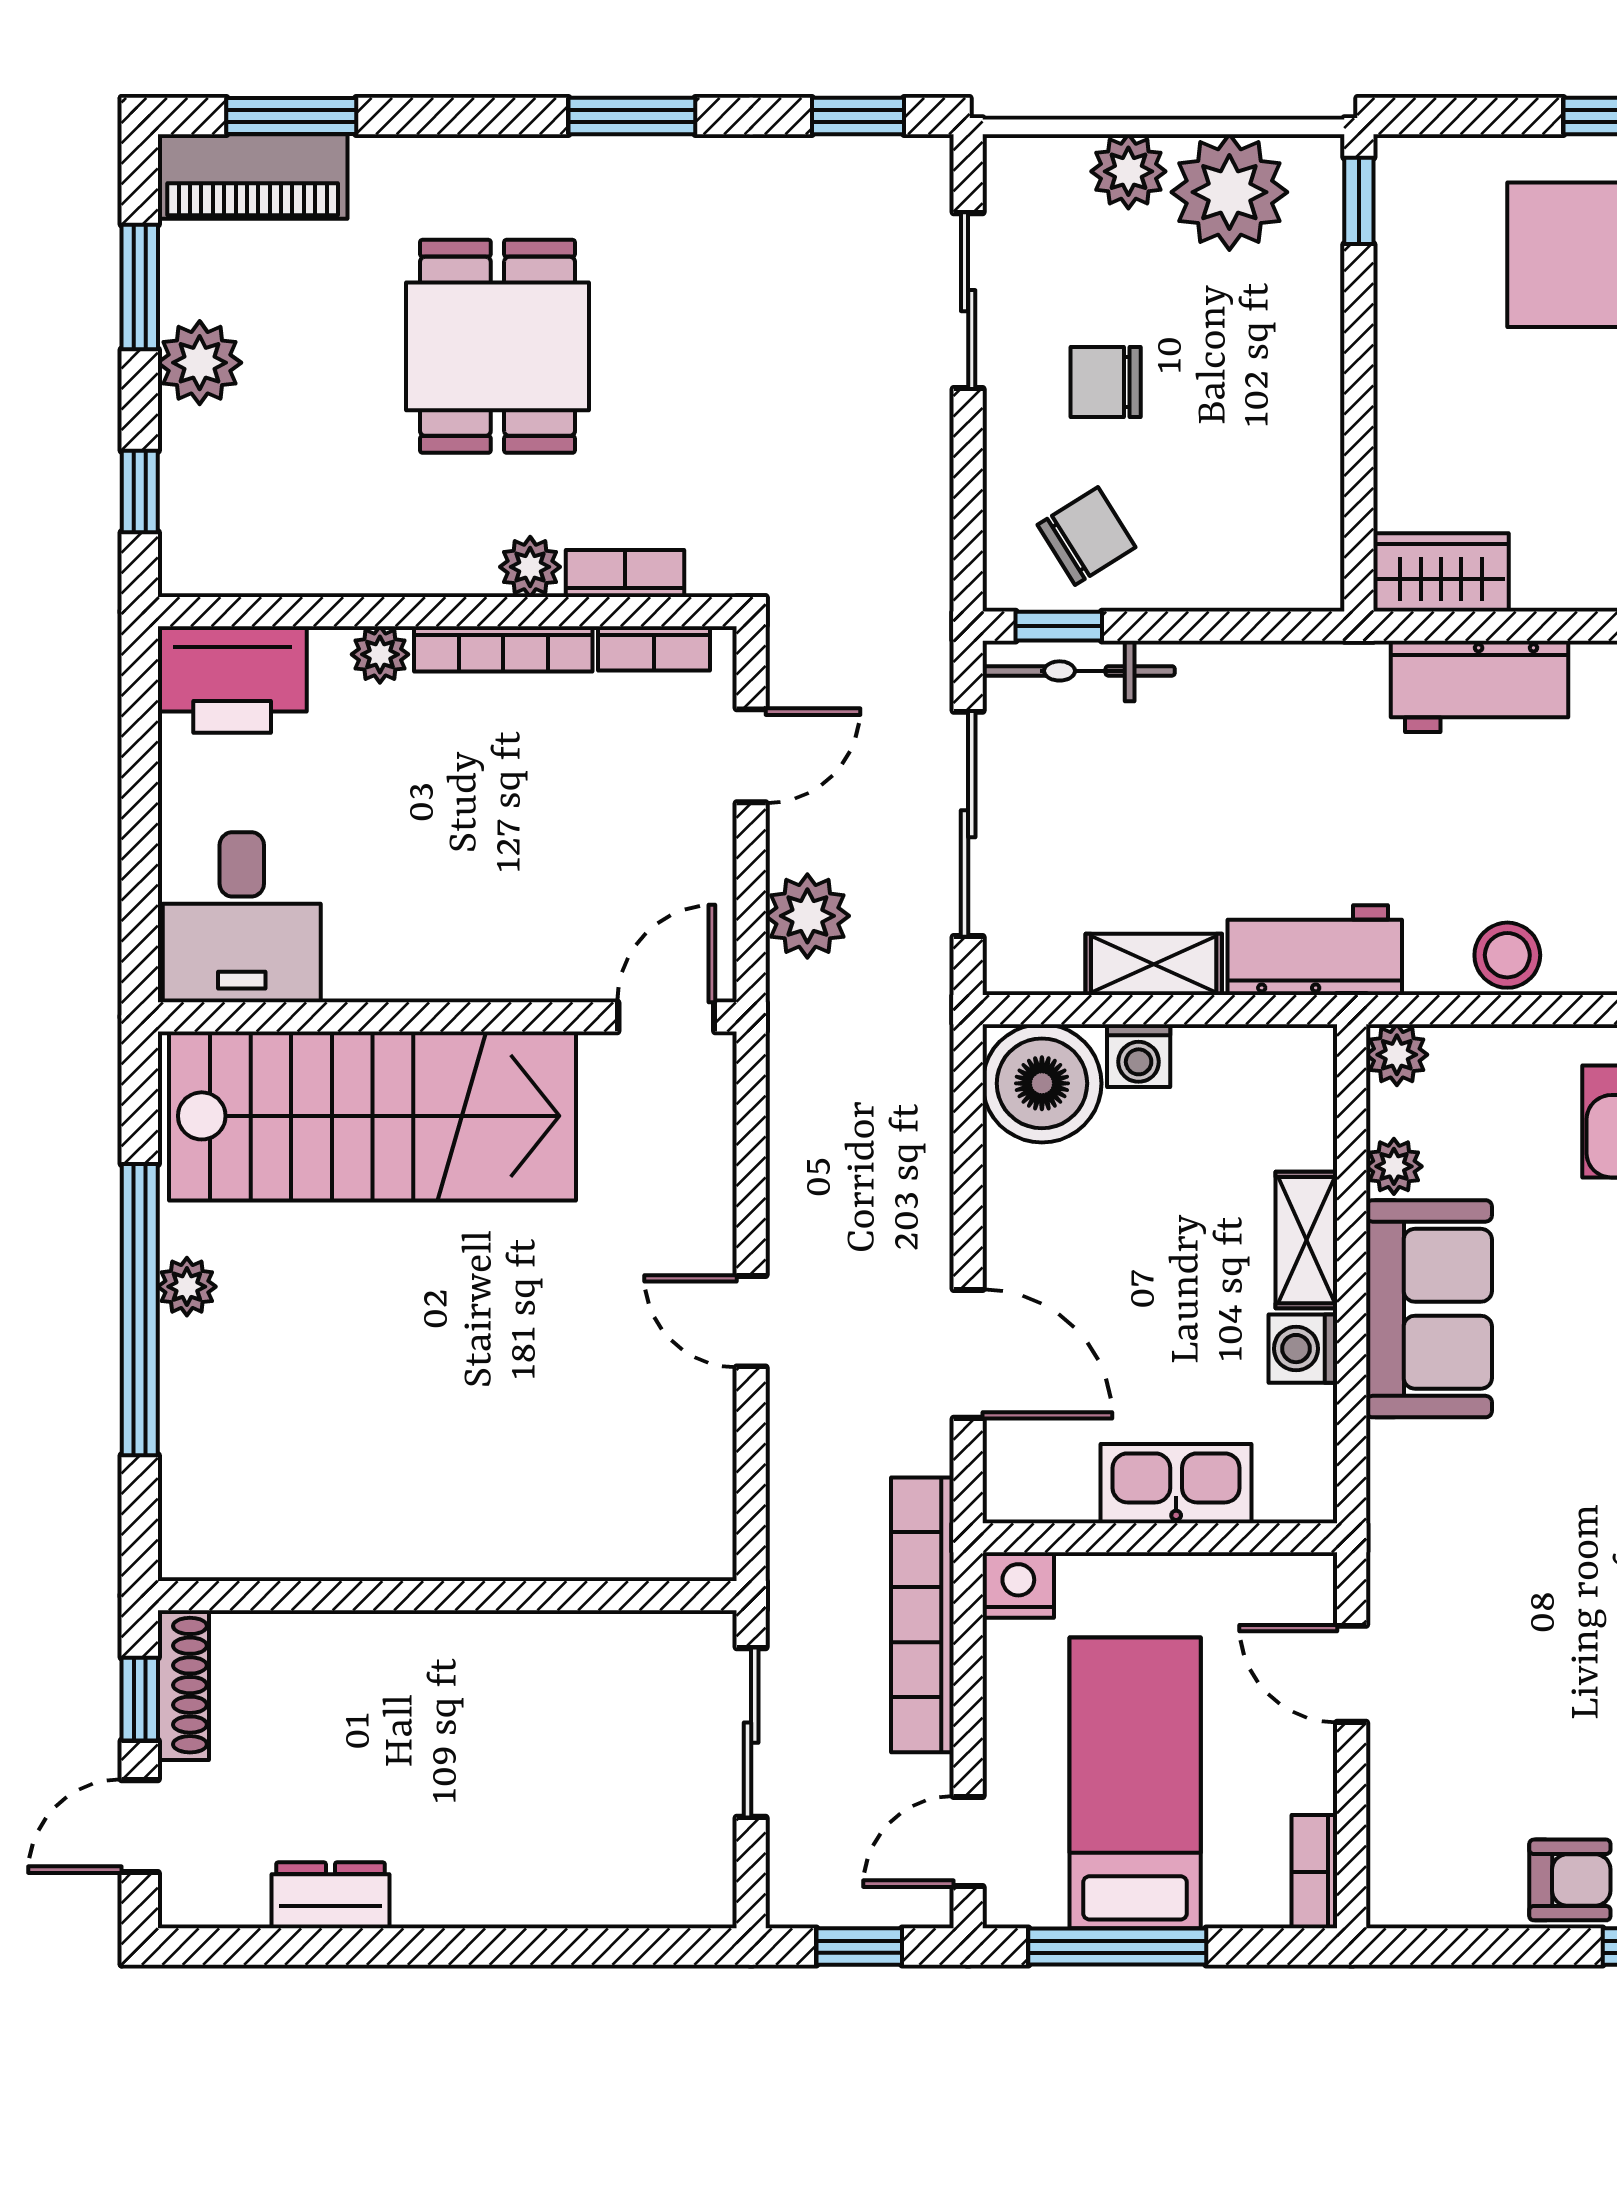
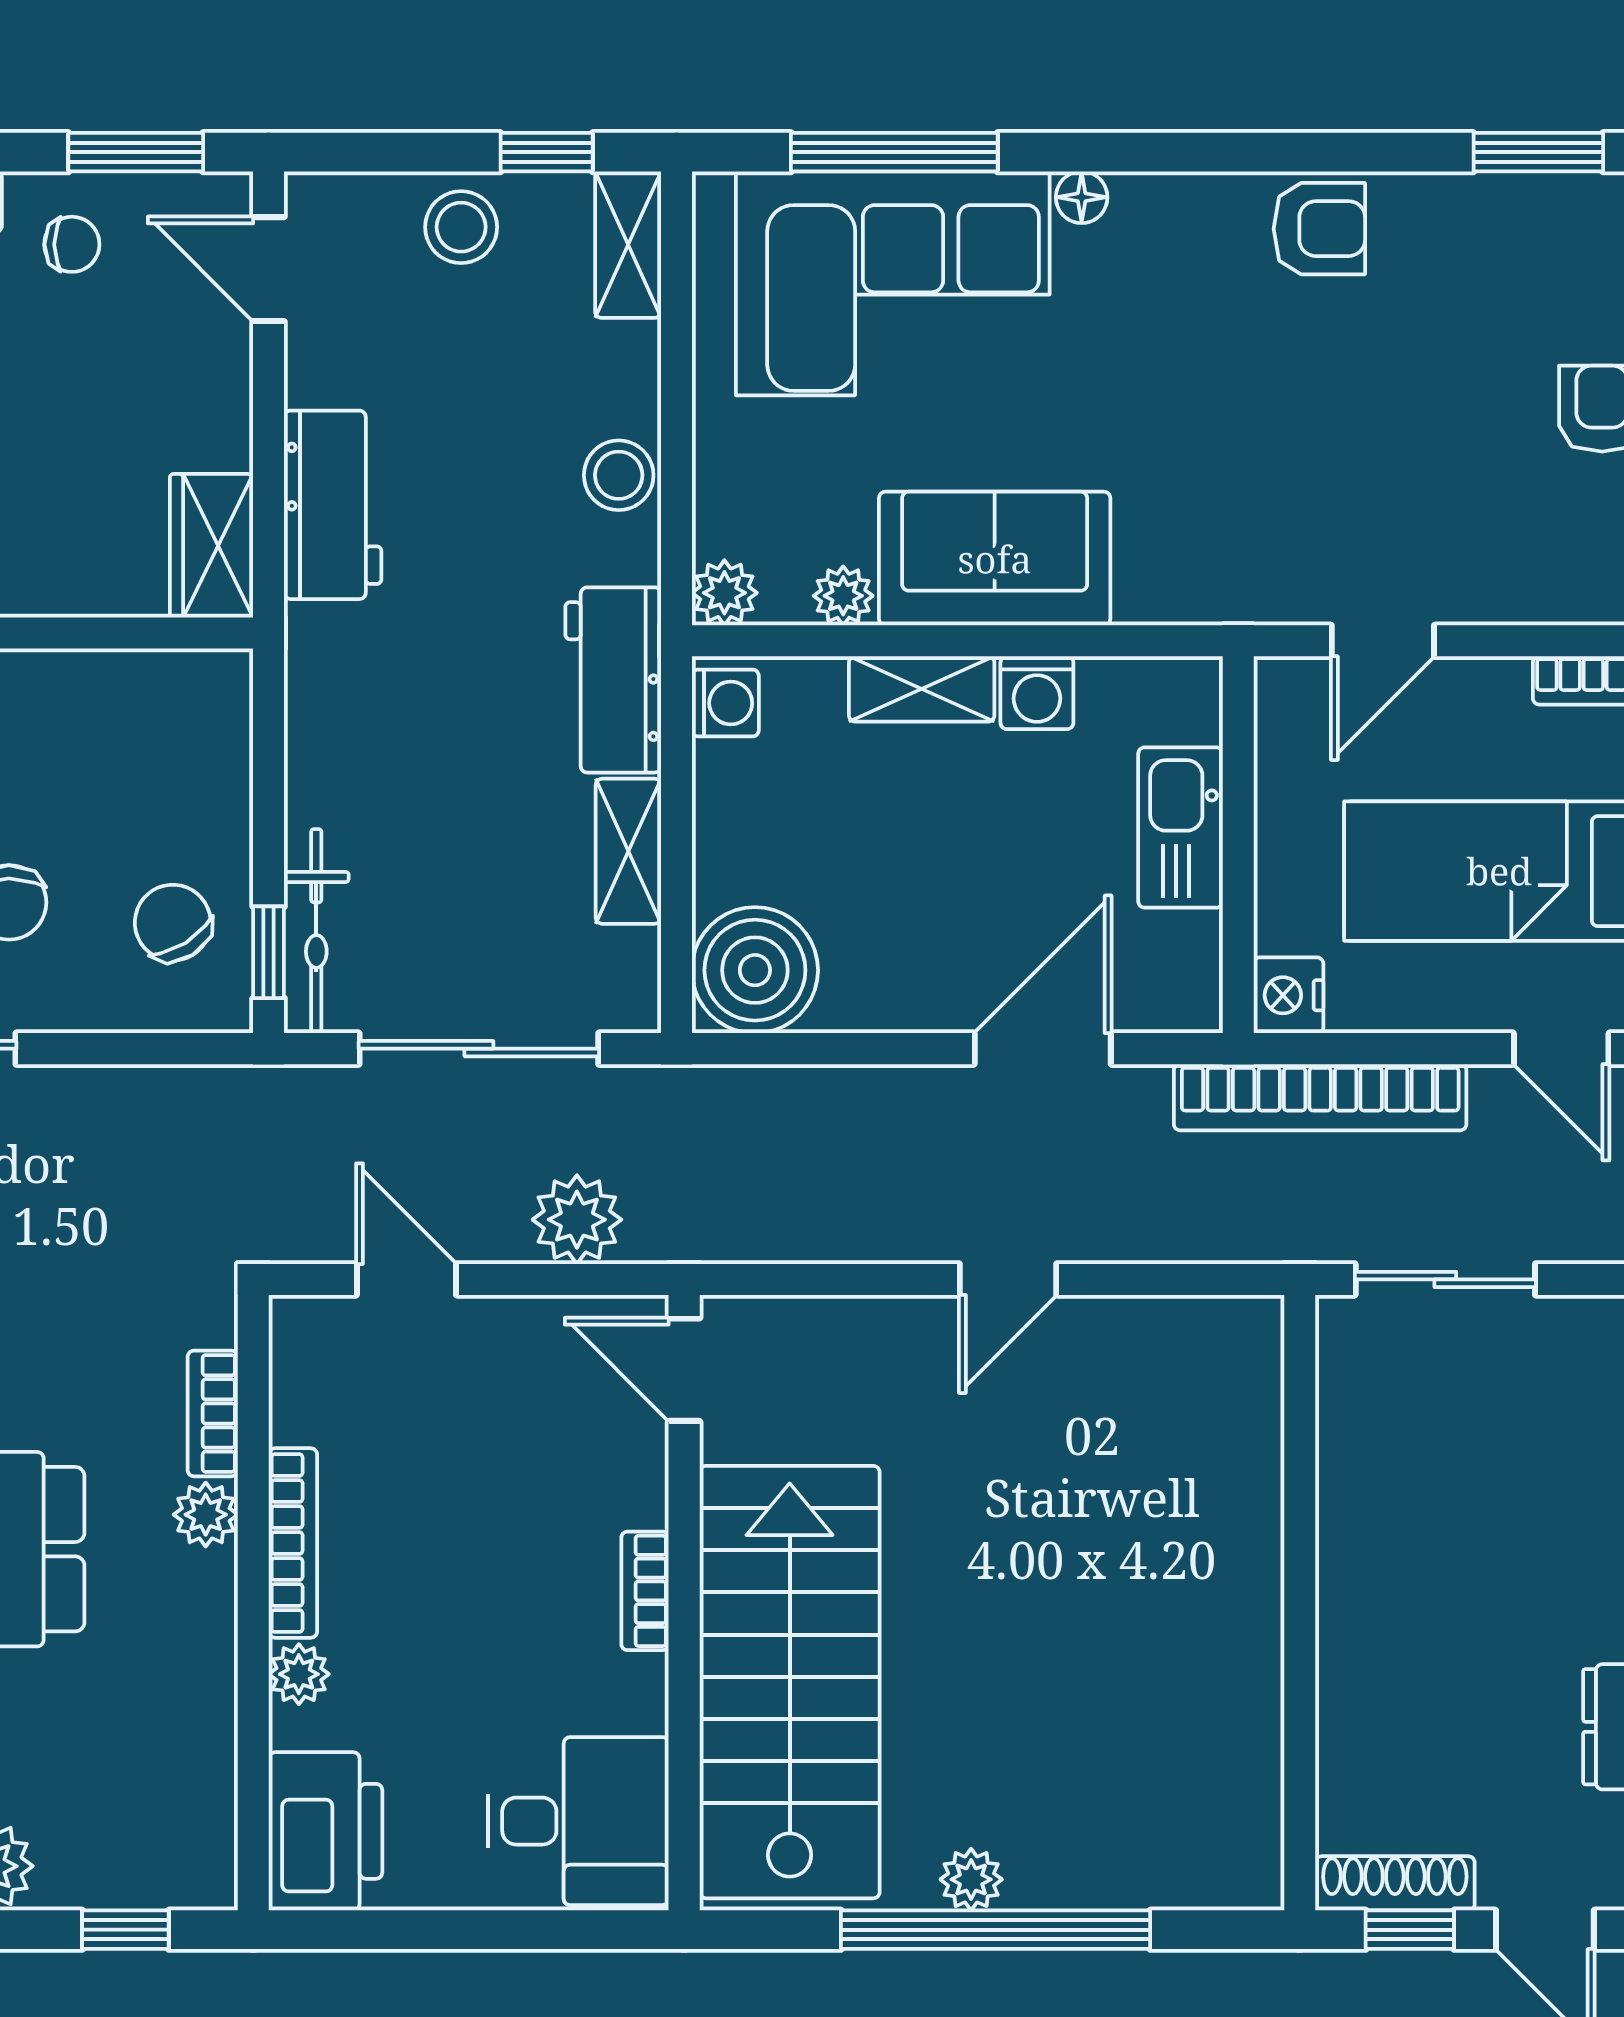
bookcase: (654, 648) -> (645, 1591), moved, turned 180
washing machine: (1139, 1056) -> (725, 703), moved

